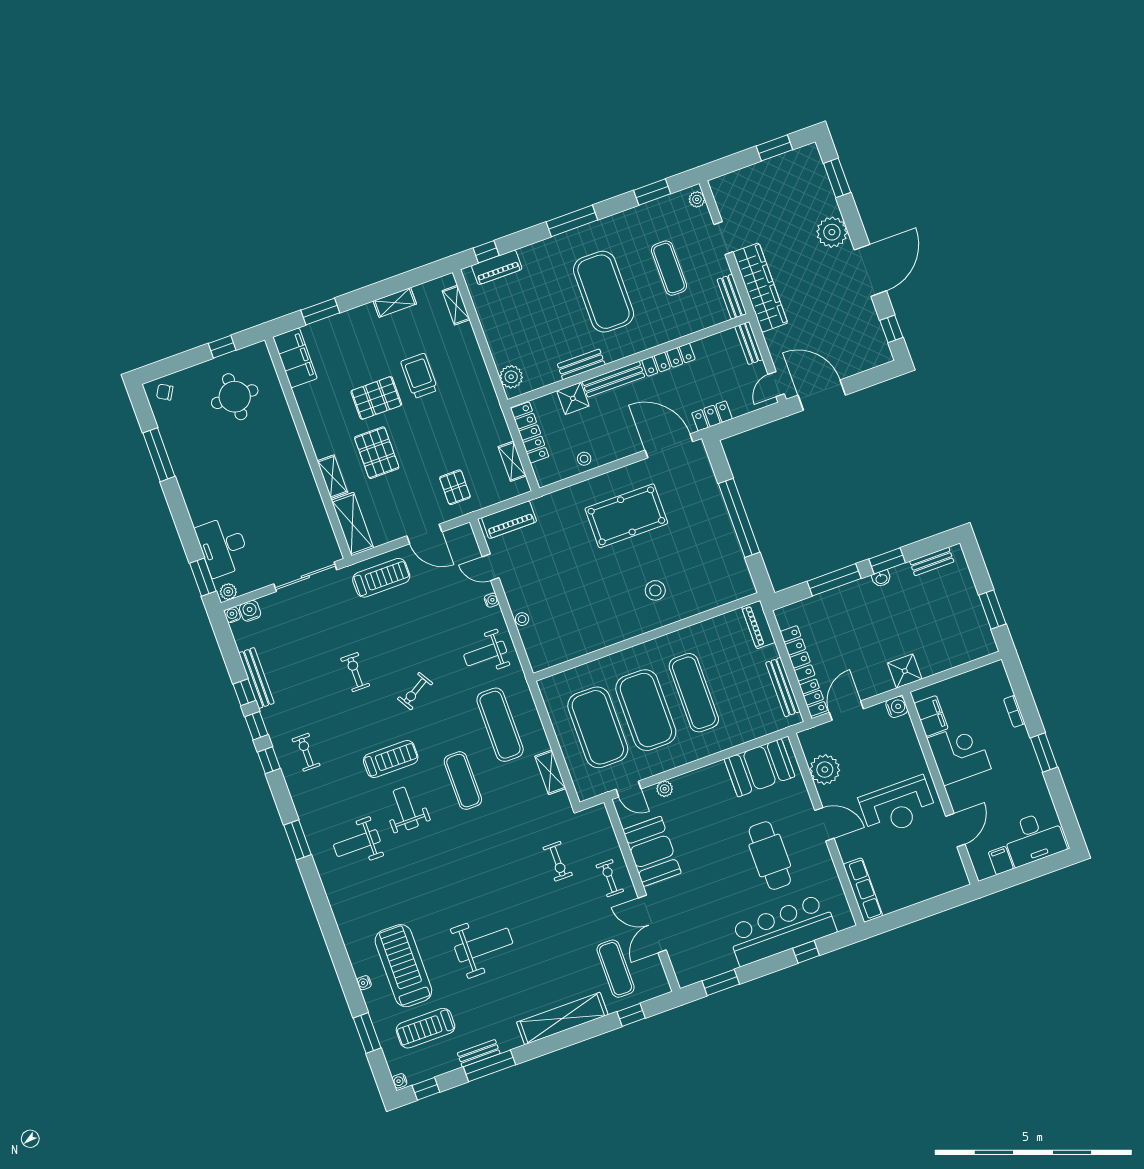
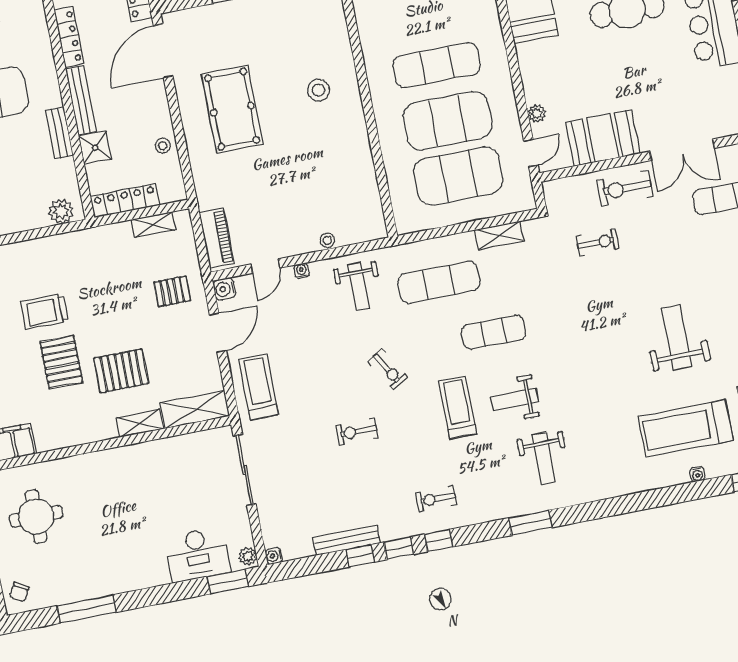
water cooler: (250, 611) -> (224, 289), moved
exercise bike: (610, 878) -> (625, 188), width x1.38, depth x1.39

